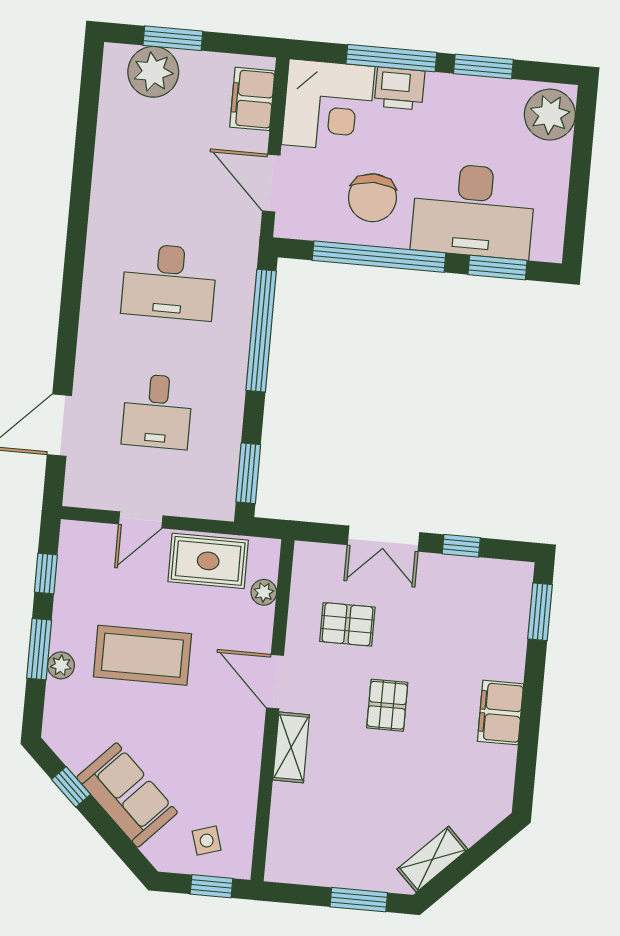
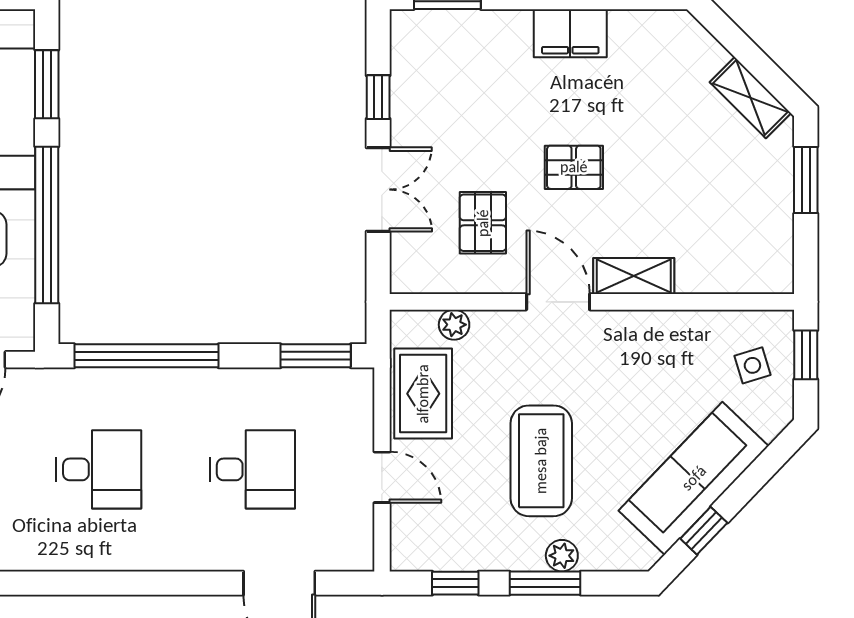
desk: (169, 282) -> (99, 469), width x0.73
door: (275, 682) -> (558, 302), swing flipped
sofa: (127, 795) -> (694, 478), width x1.36

